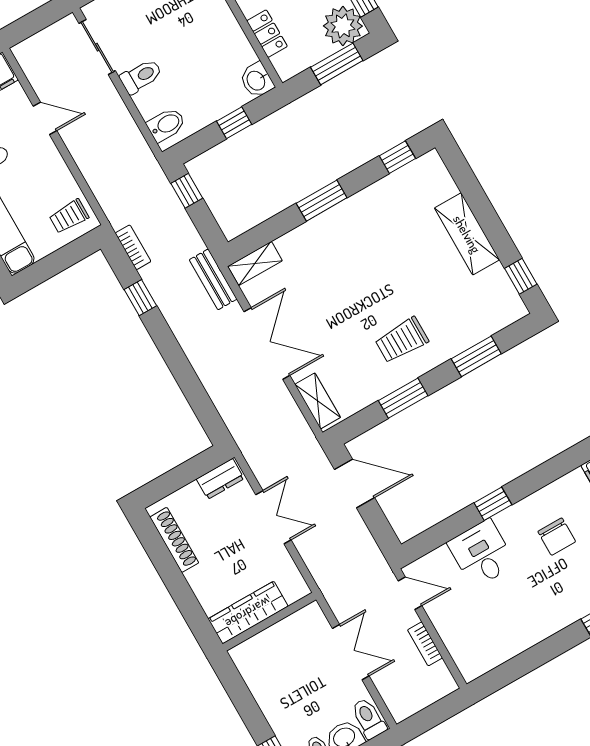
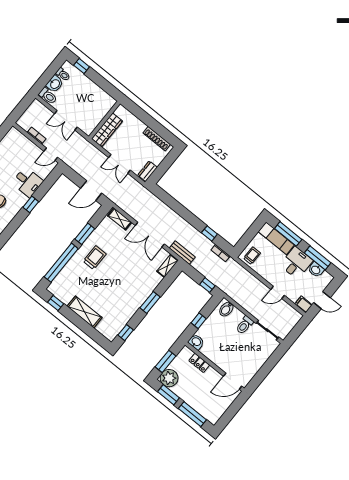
window: (476, 356) -> (61, 263), width x2.11
wardrobe: (248, 613) -> (107, 130), moved

